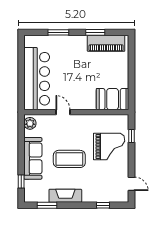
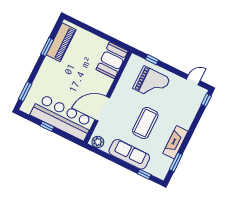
window: (58, 32) -> (25, 92), moved
window: (21, 69) -> (47, 126), added
door: (63, 112) -> (102, 109), width x1.88
grand piano: (109, 146) -> (151, 83), turned 90
window: (103, 205) -> (206, 100), moved

